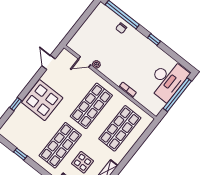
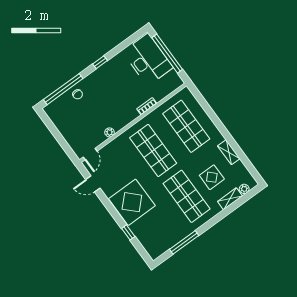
door: (84, 62) -> (90, 154), moved
window: (20, 154) -> (184, 242), width x2.17

